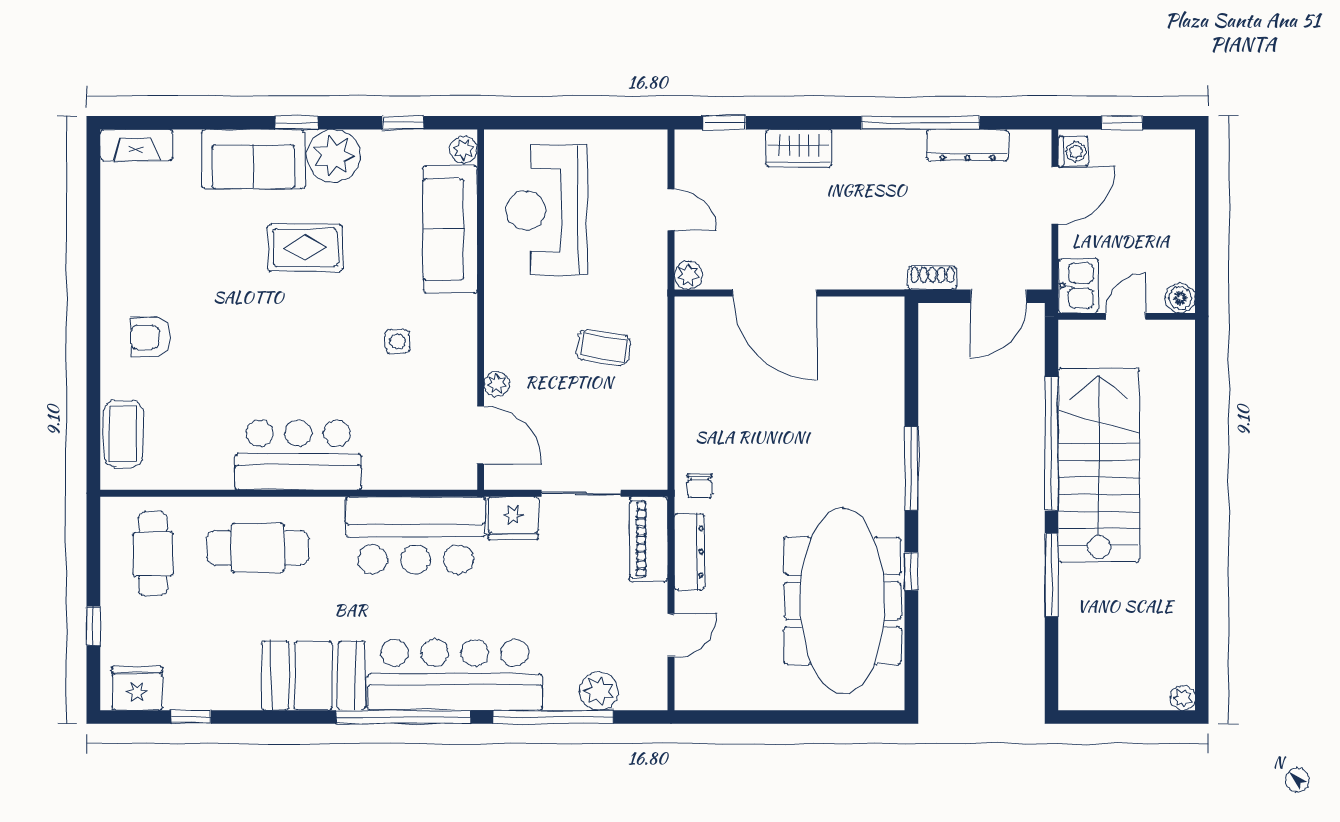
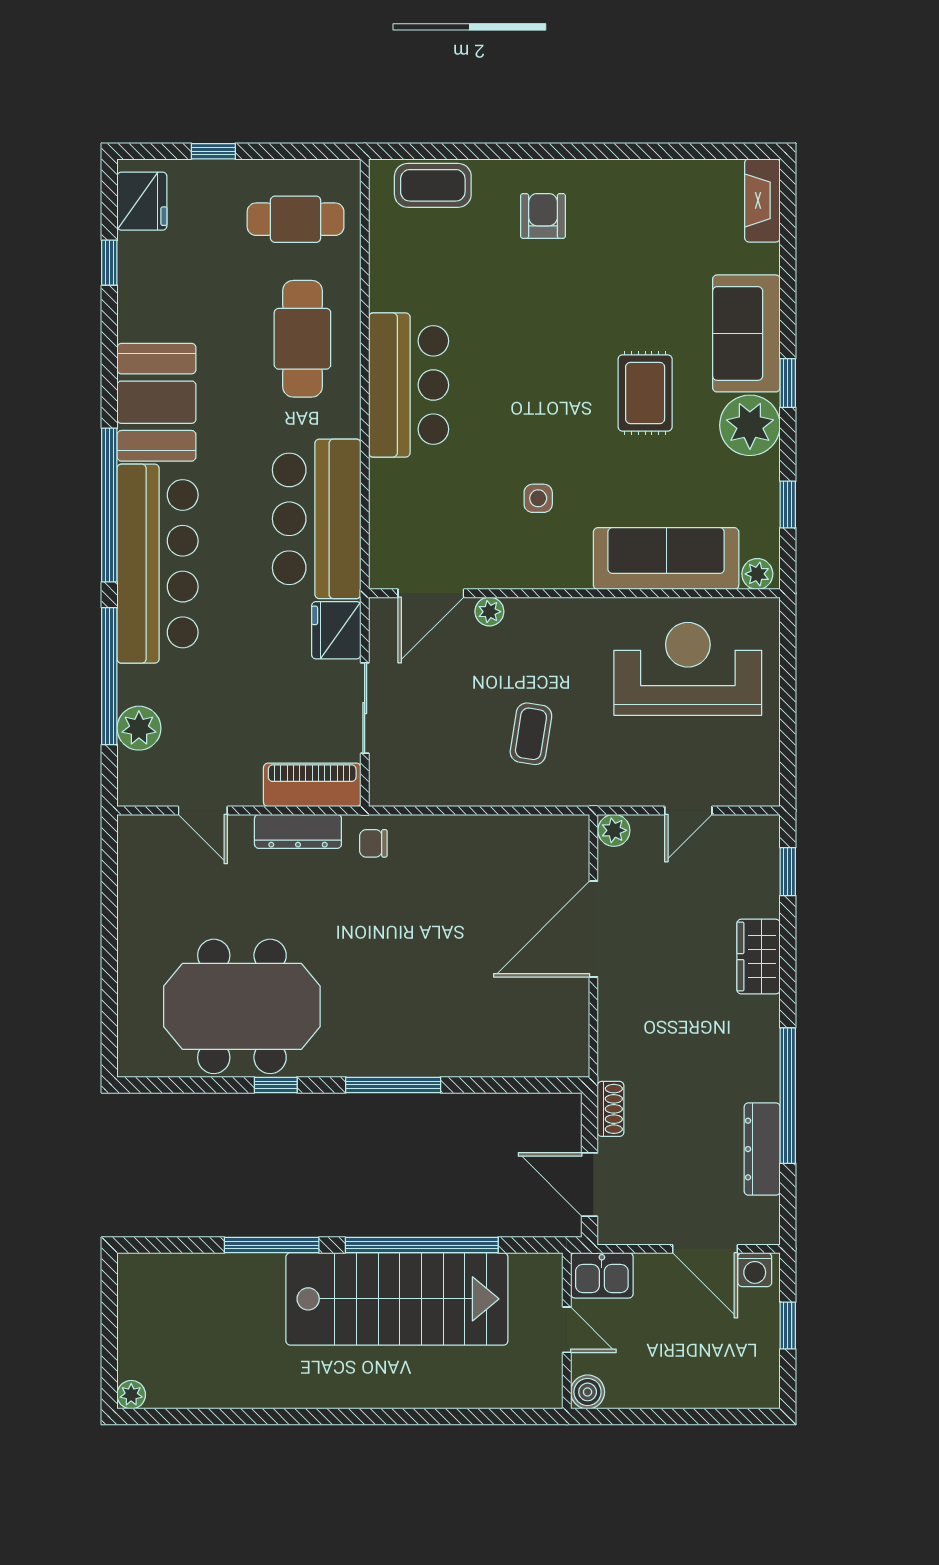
meeting table: (843, 601) -> (242, 1006), width x0.73

